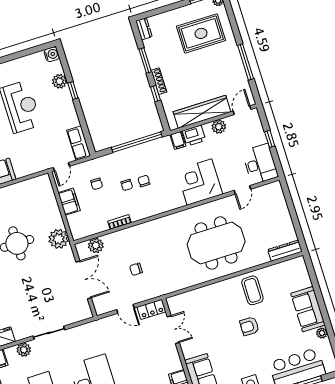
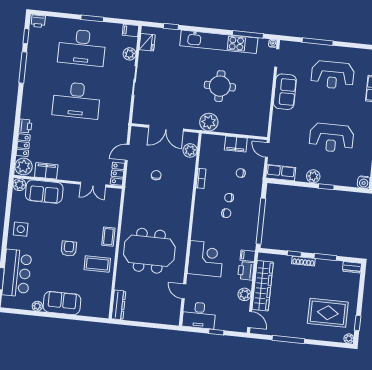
rug: (201, 33) -> (328, 313), turned 90
plant: (60, 81) -> (313, 176), moved
meeting table: (216, 243) -> (149, 251), turned 90
coffee table: (220, 291) -> (108, 237), added

